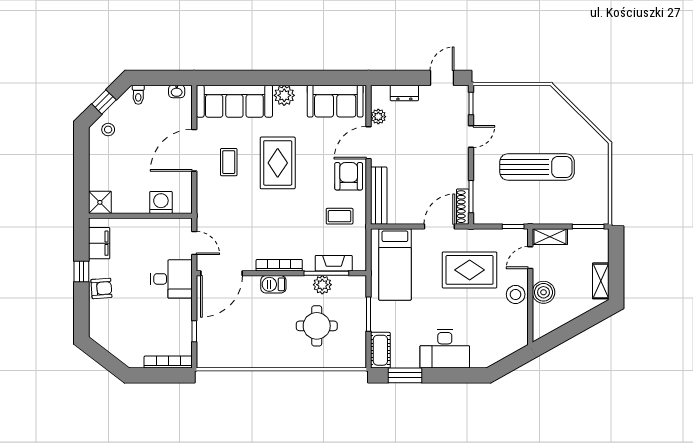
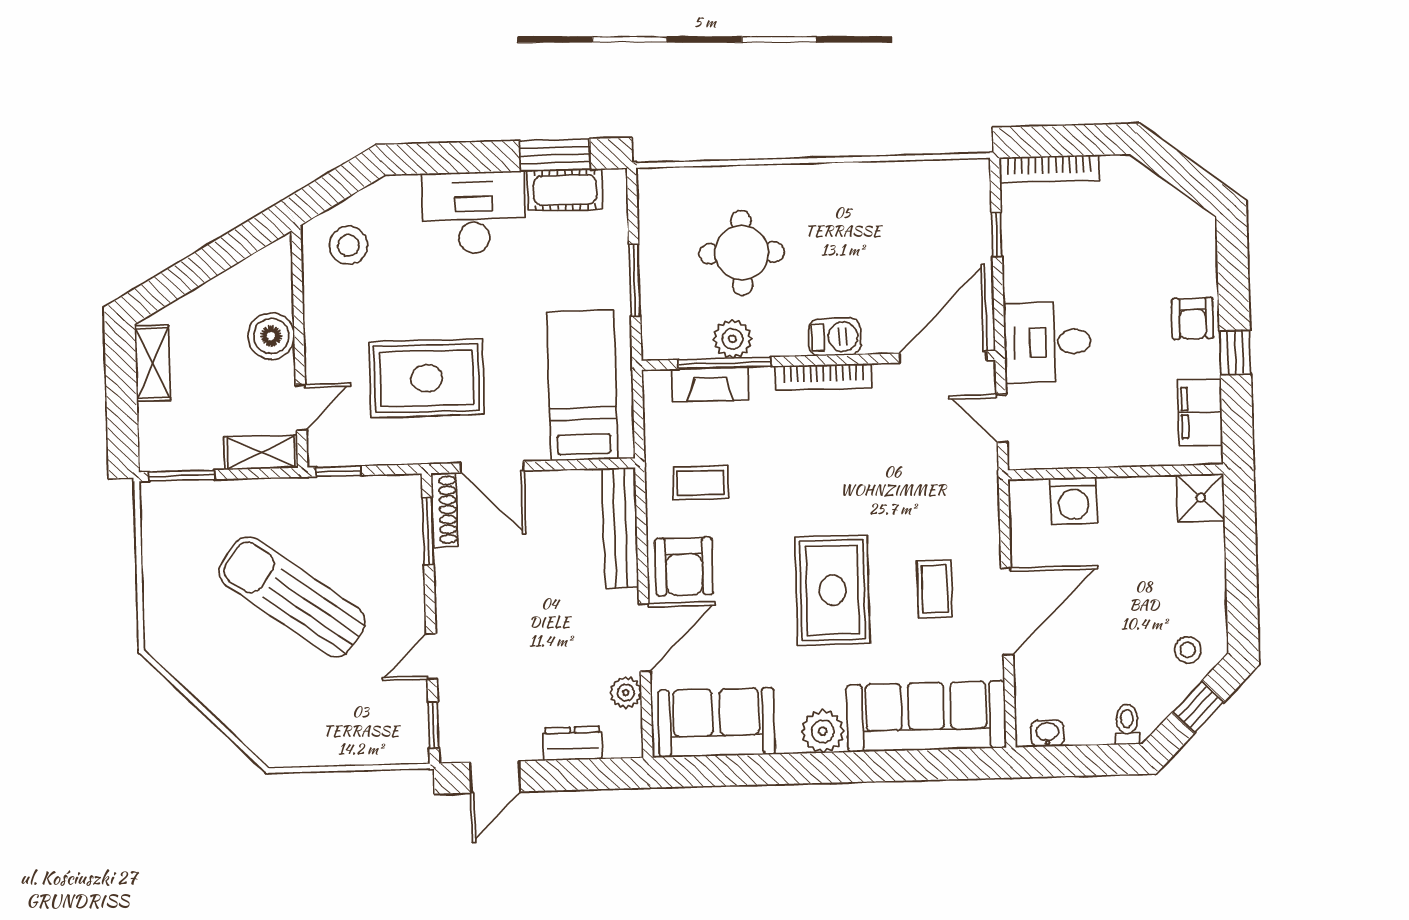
sun lounger: (537, 167) -> (292, 597), turned 36
door: (439, 227) -> (492, 467), hinge flipped
armchair: (101, 288) -> (1193, 318), turned -86
stool: (516, 294) -> (348, 245), moved
cot: (380, 350) -> (565, 190), moved, turned 90

